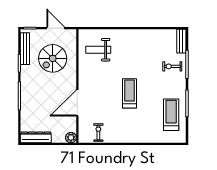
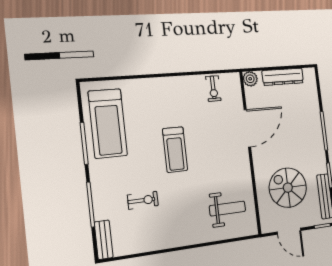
spiral stairs: (53, 58) -> (288, 188), turned -90
exercise bike: (172, 66) -> (143, 200), moved
treadmill: (171, 115) -> (108, 123), width x1.37, depth x1.38
dresser: (36, 137) -> (283, 77), moved

